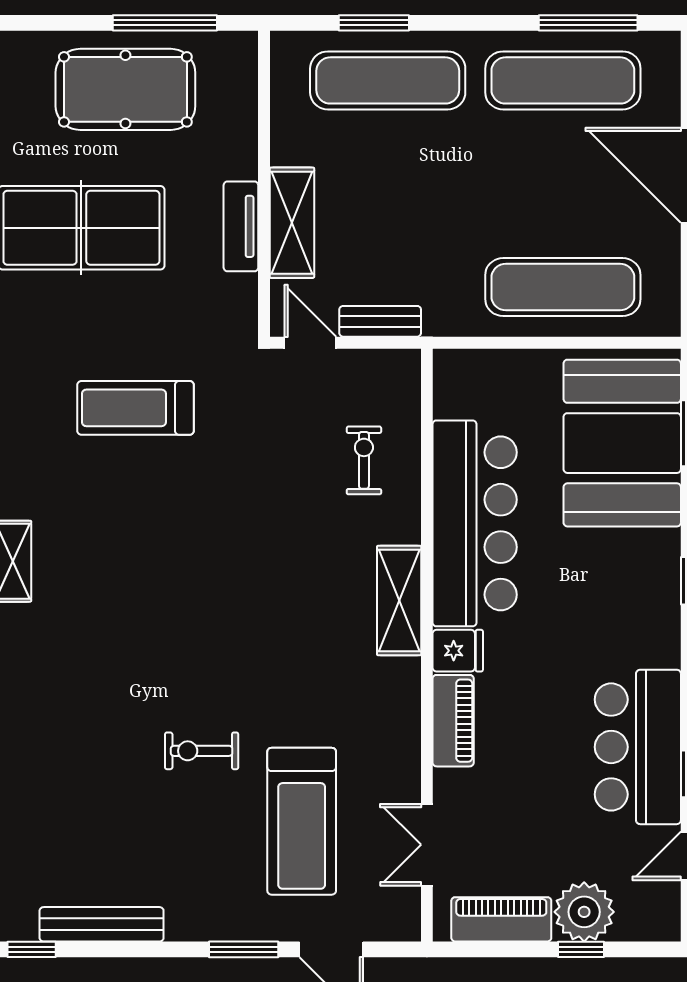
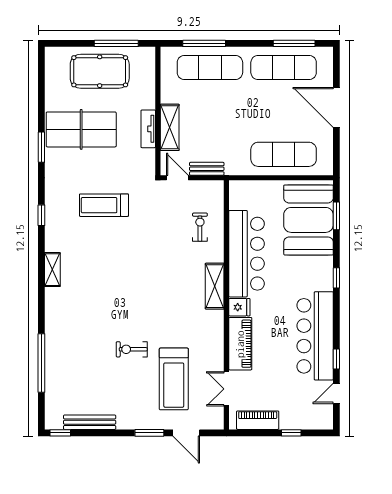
window: (374, 23) -> (204, 43), width x1.44
piano: (453, 721) -> (240, 344), width x1.37, depth x1.33
bar counter: (638, 747) -> (315, 336), width x1.36
plant: (584, 912) -> (292, 417), removed

